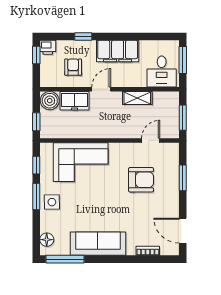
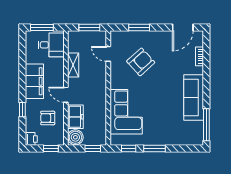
window: (36, 55) -> (51, 148), moved
armchair: (141, 180) -> (141, 62), turned 48
side table: (52, 202) -> (159, 136), removed
floor lamp: (47, 240) -> (190, 140), removed

